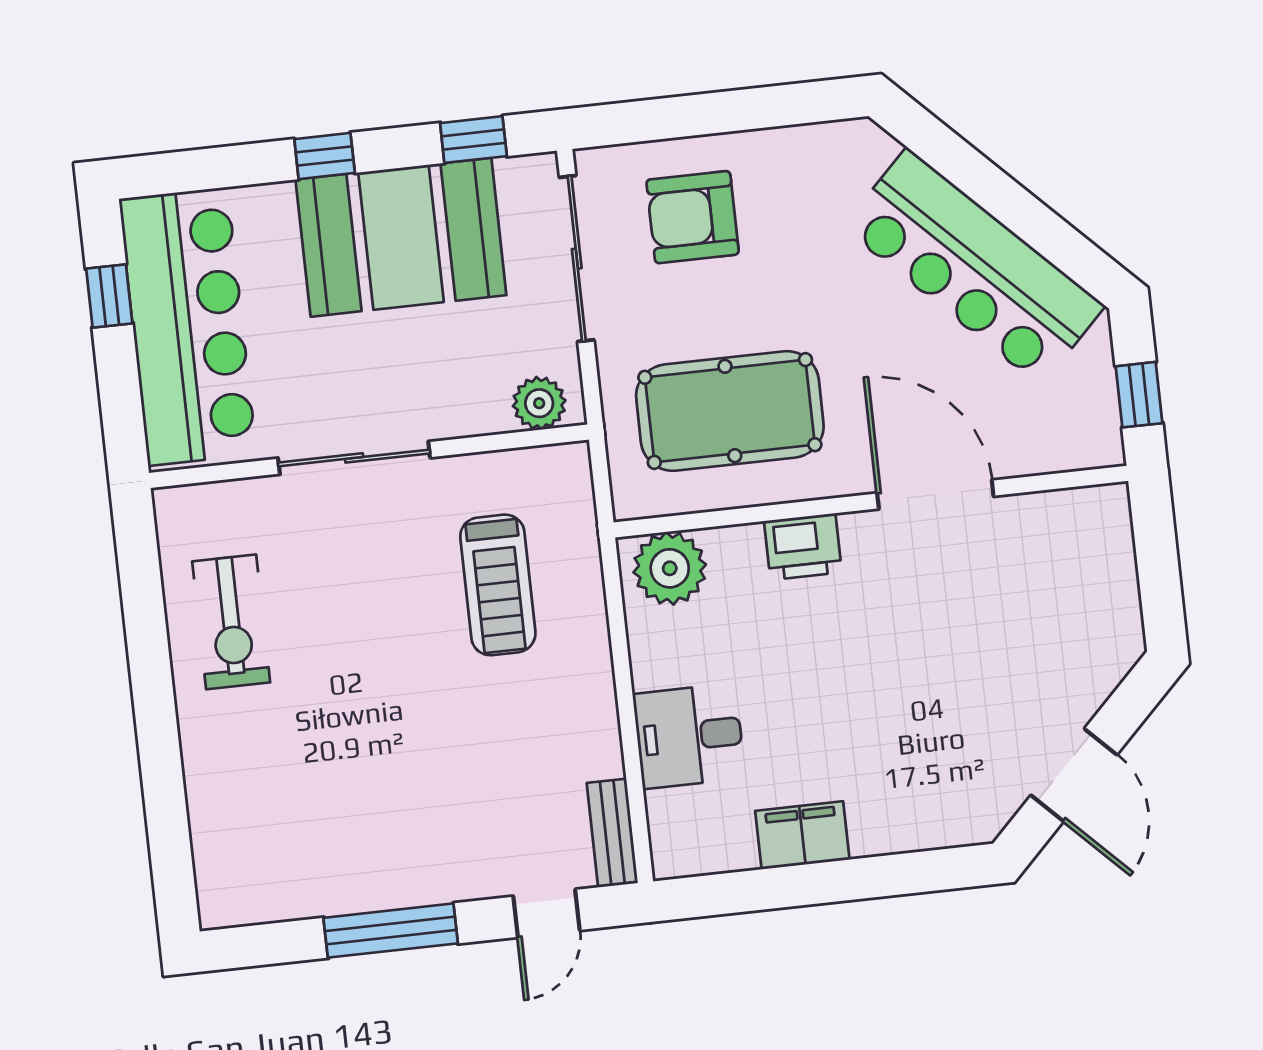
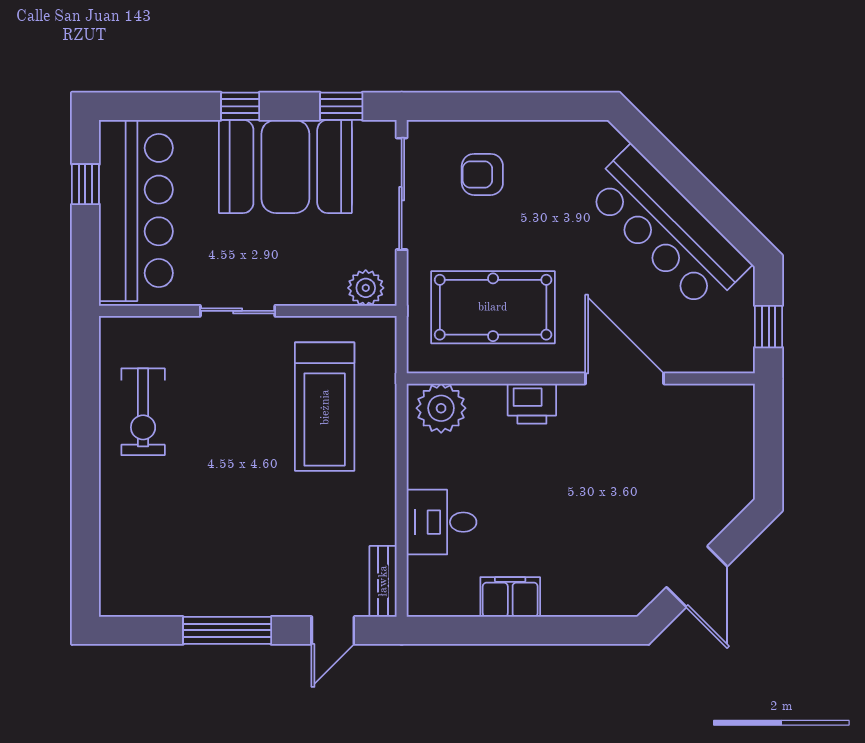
armchair: (693, 217) -> (482, 174), width x0.72, depth x0.72
sliding door: (354, 458) -> (238, 311), width x0.73
treadmill: (498, 585) -> (325, 407), width x1.37, depth x1.38

